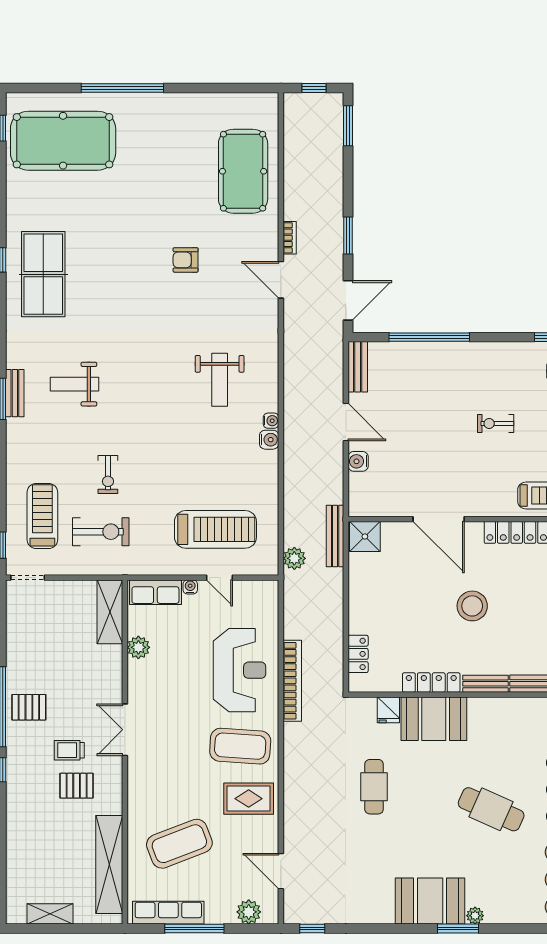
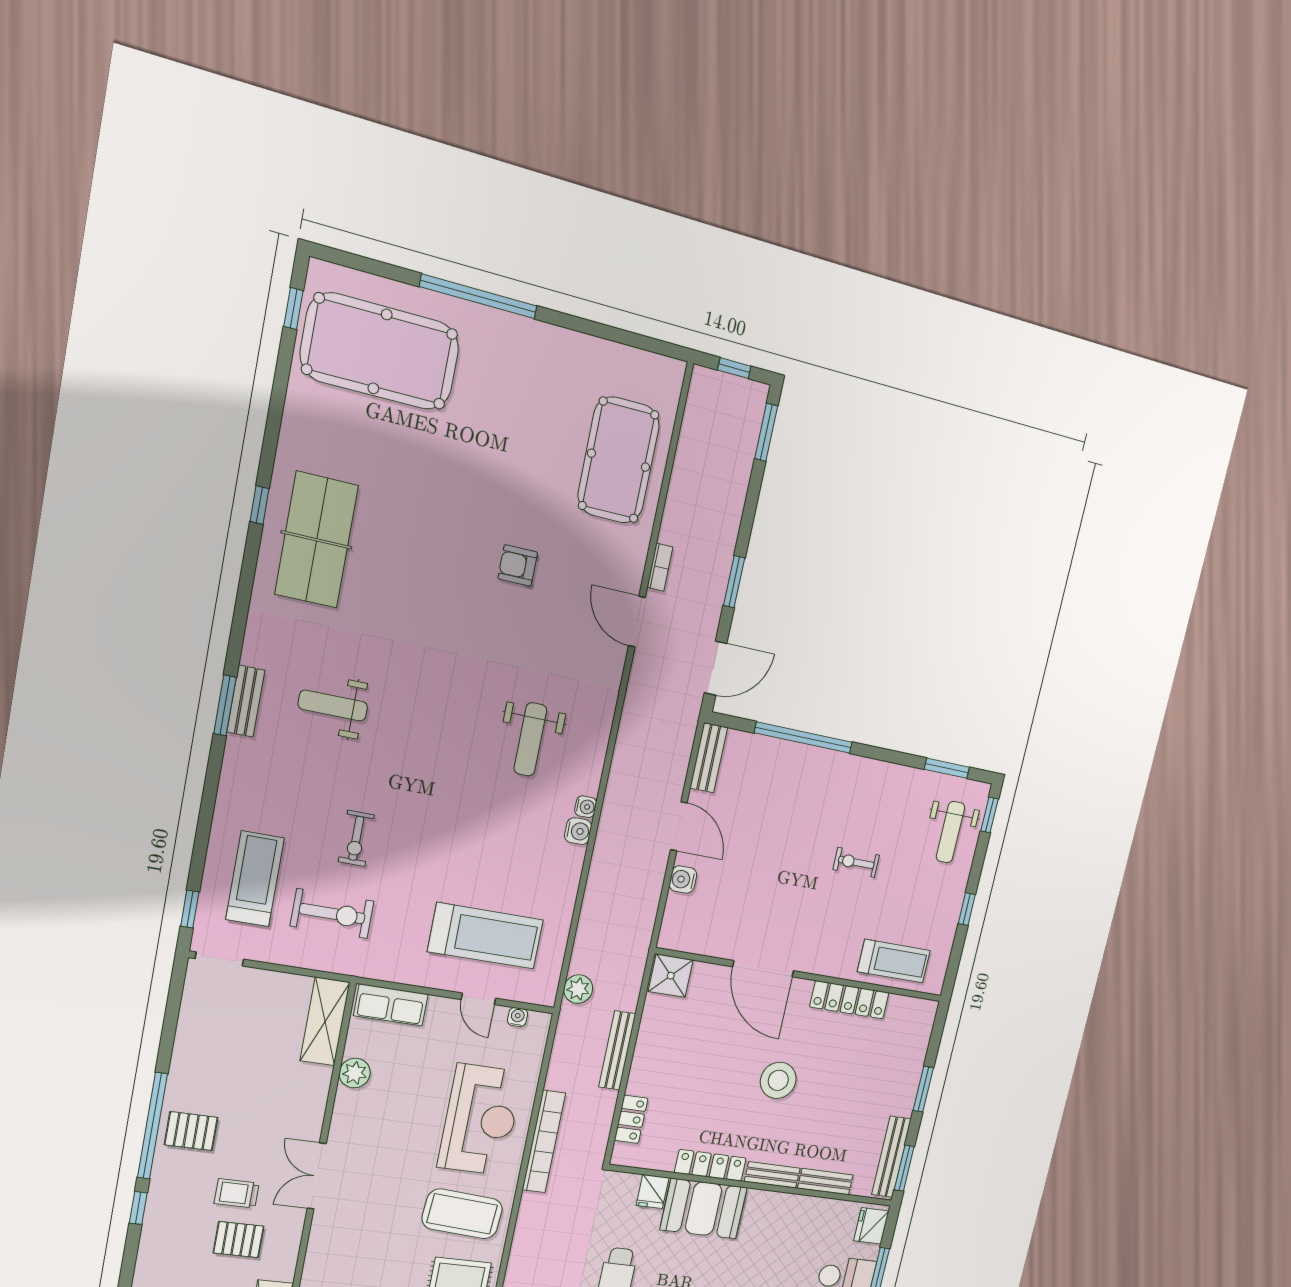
bench: (335, 536) -> (617, 1050), moved
water cooler: (190, 587) -> (517, 1017), moved

